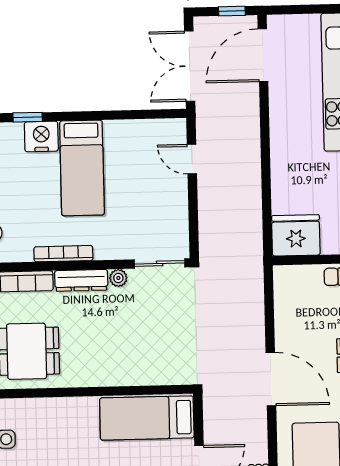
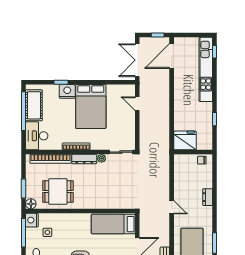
bed: (82, 168) -> (91, 107), width x1.50
door: (271, 379) -> (172, 207), width x0.53

